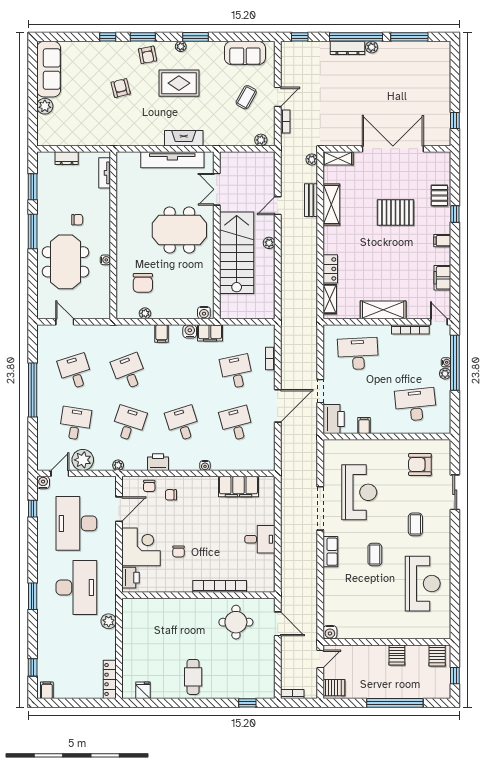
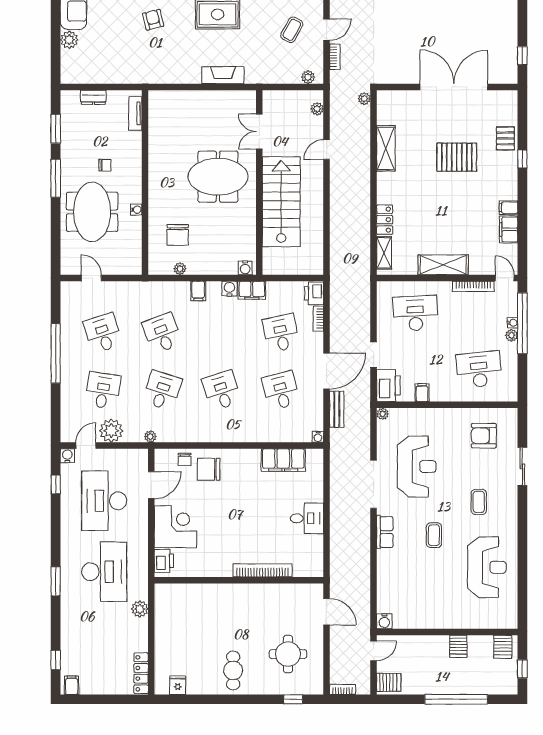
shelving: (338, 158) -> (393, 98), removed
tv unit: (172, 160) -> (210, 99), removed
bench: (311, 200) -> (337, 409), moved
filing cabinet: (442, 241) -> (508, 208), moved
plant: (269, 243) -> (317, 109), moved
plant: (328, 445) -> (383, 414), added
printer: (158, 462) -> (314, 293), moved, turned -90
water cooler: (205, 466) -> (318, 437), moved
chair: (171, 495) -> (209, 469), width x1.87, depth x1.87
chair: (179, 551) -> (217, 532), removed
round table: (236, 622) -> (288, 654), moved

